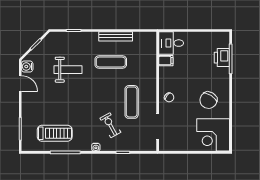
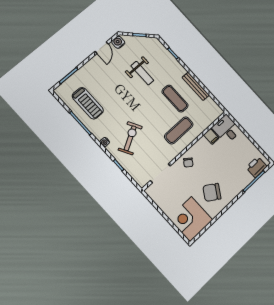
printer: (222, 58) -> (257, 167), moved
exercise mat: (132, 102) -> (179, 130), moved
exercise bike: (110, 125) -> (130, 138), width x1.38, depth x1.39

